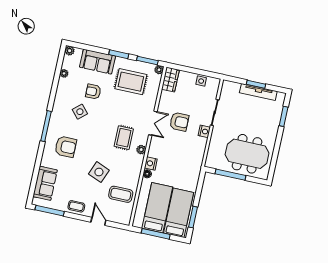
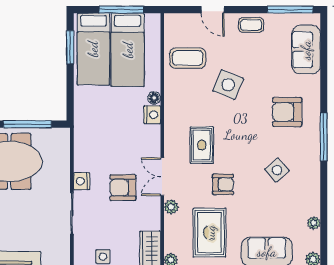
rug: (131, 82) -> (210, 233), turned 90
armchair: (93, 92) -> (223, 184), moved
plant: (141, 150) -> (171, 207), moved

